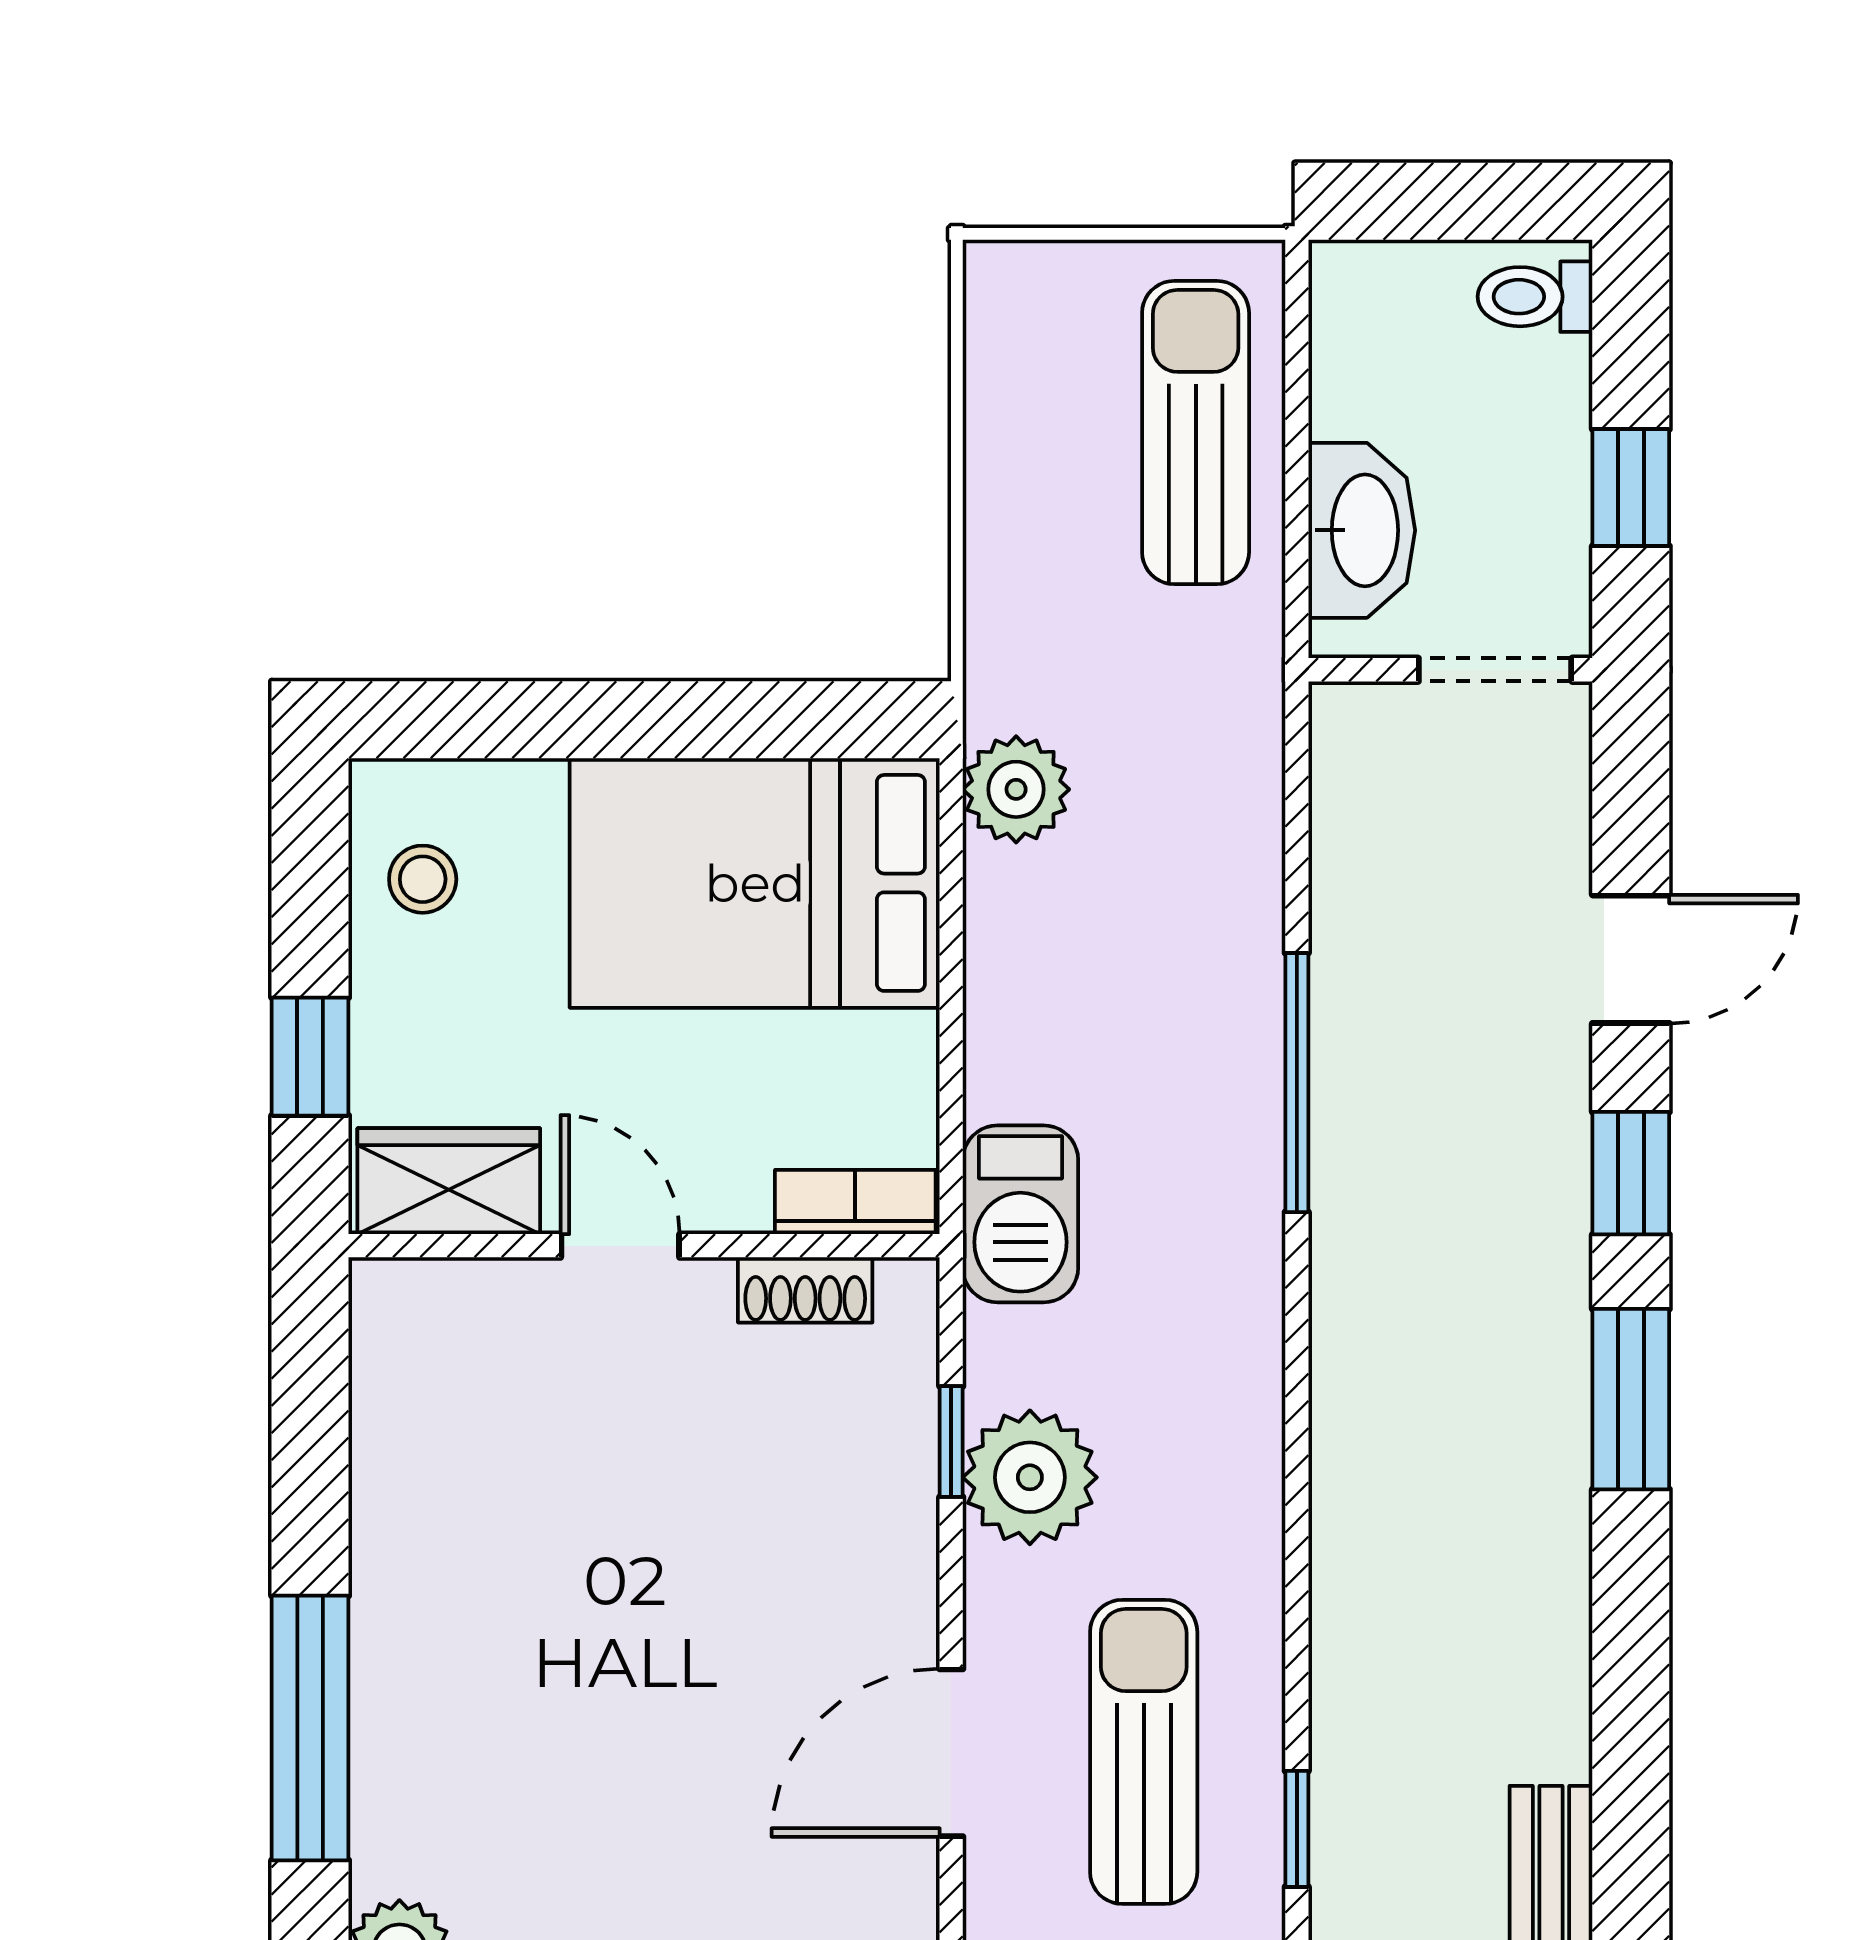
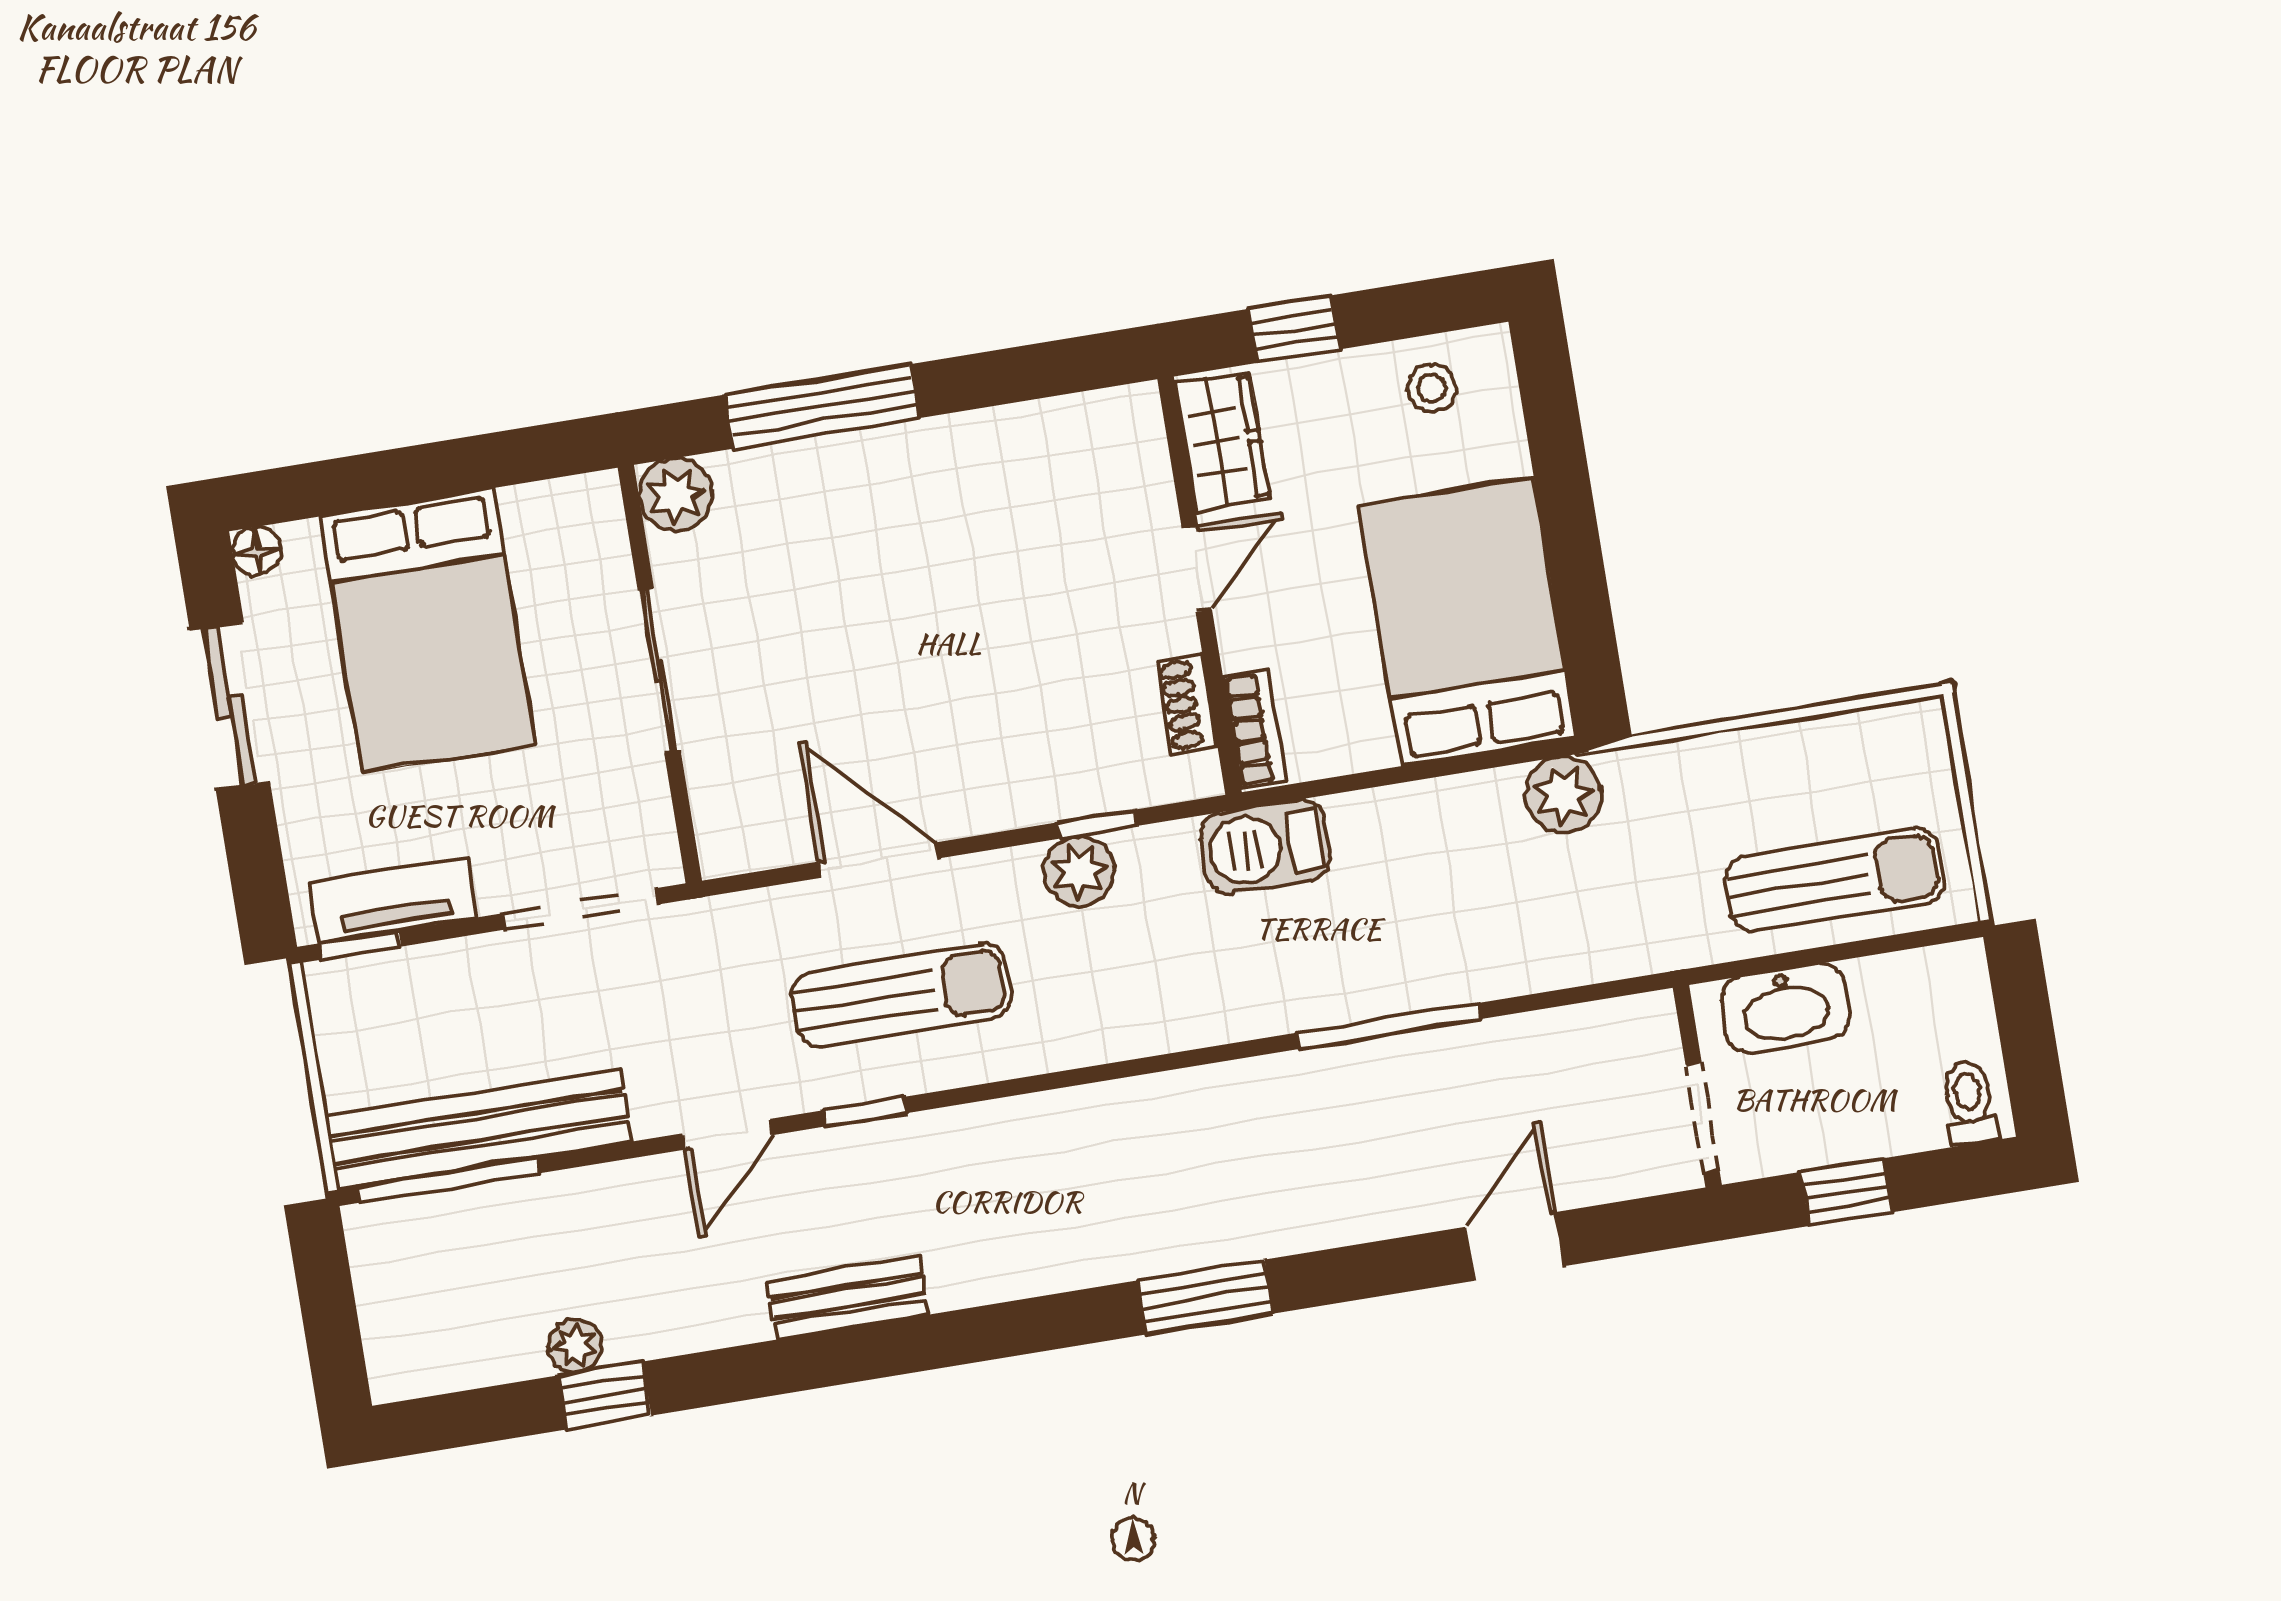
door: (1631, 959) -> (1515, 1246), swing flipped
window: (1631, 1173) -> (1364, 1271), removed
plant: (1030, 1477) -> (1079, 871), width x0.73, depth x0.73

